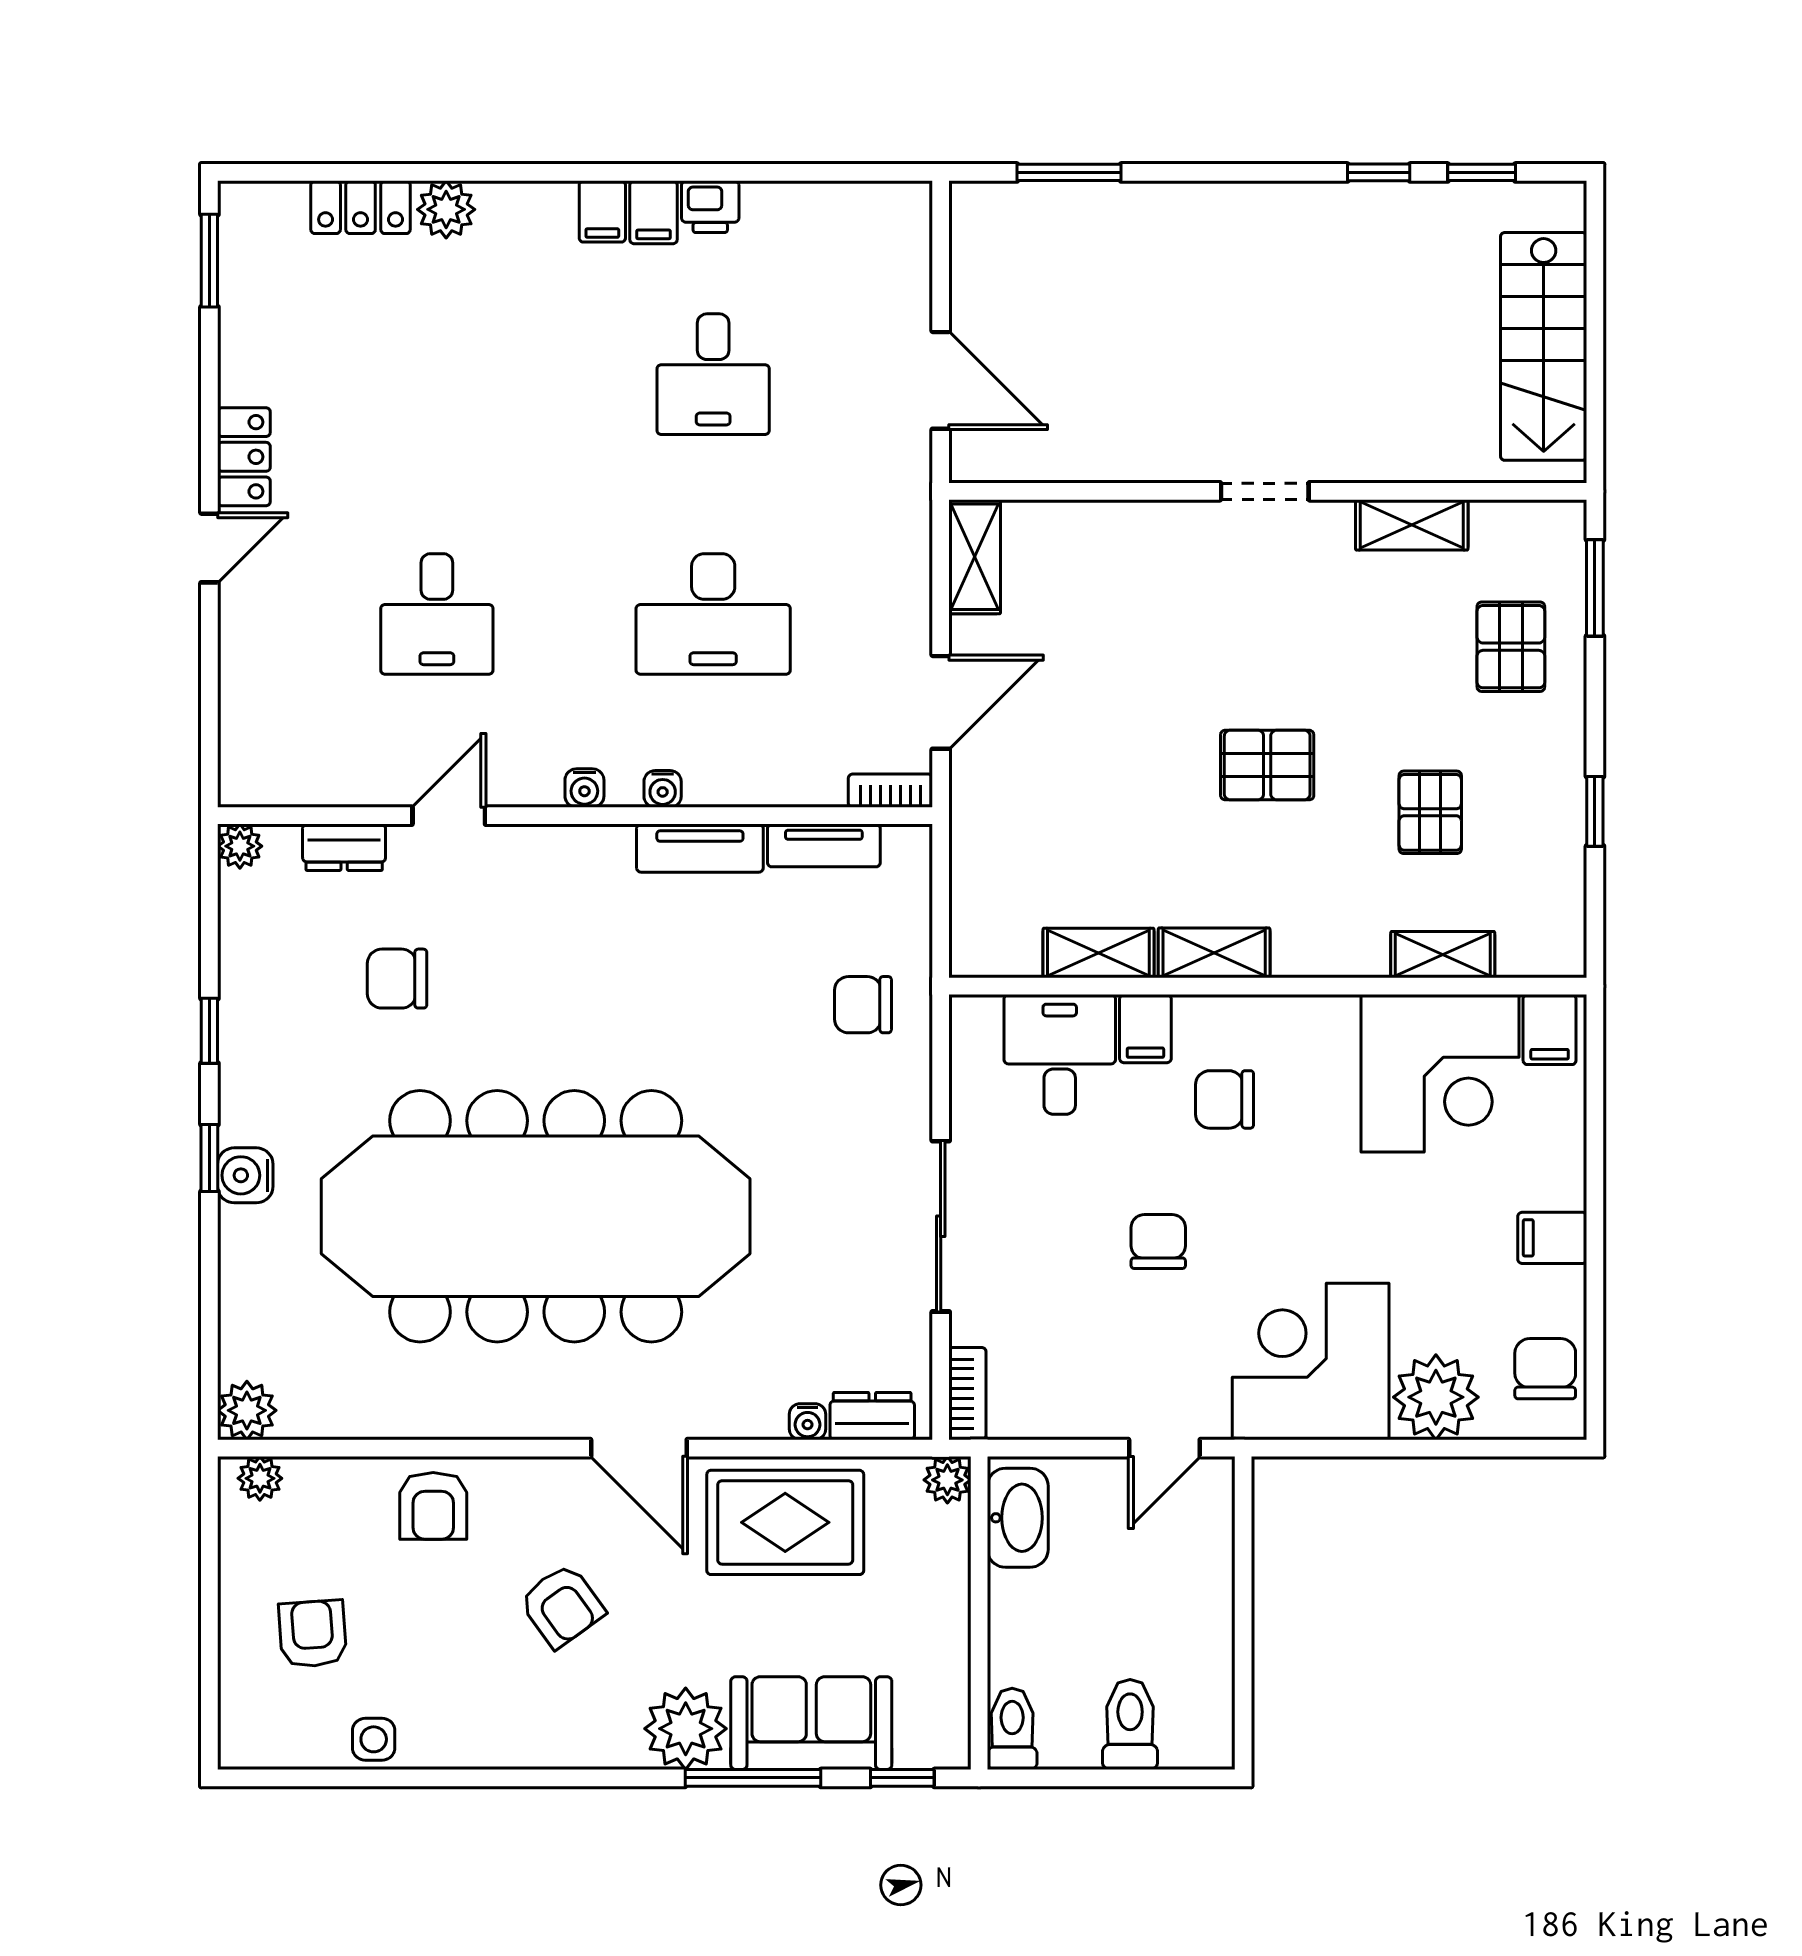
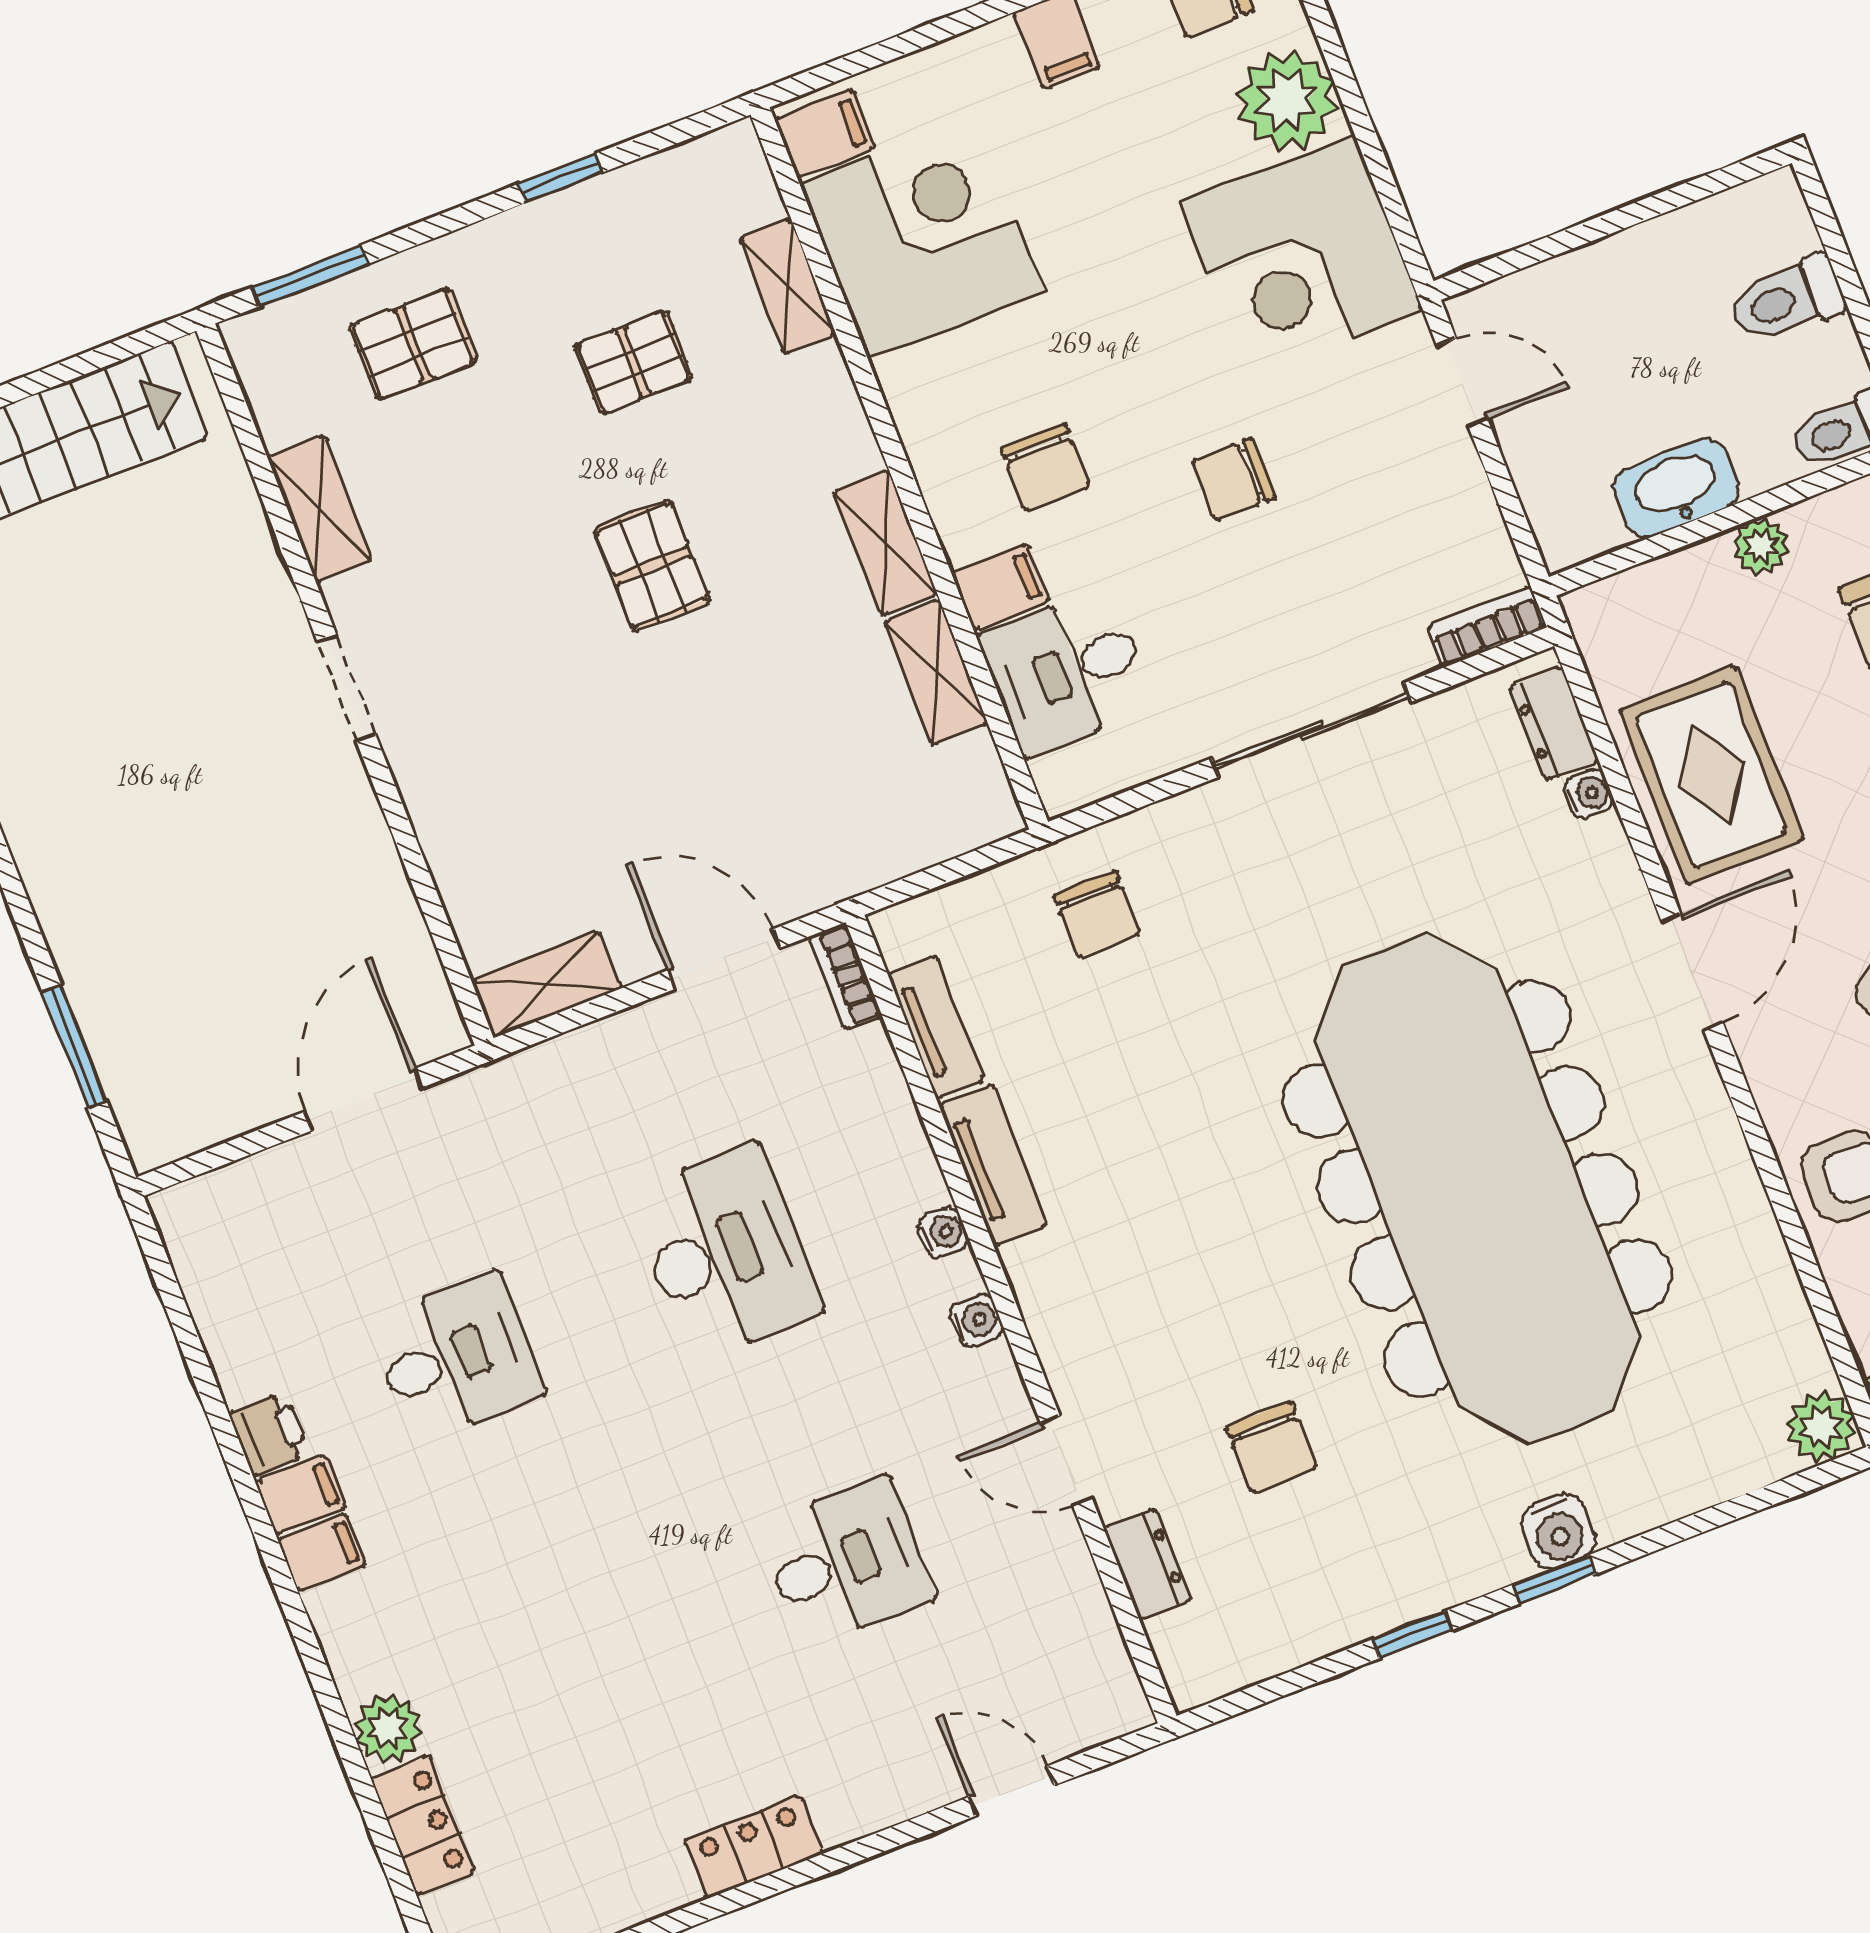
door: (209, 548) -> (1012, 1791), moved
plant: (240, 846) -> (1192, 1681), removed
plant: (947, 1480) -> (1761, 546), moved
washbasin: (1018, 1518) -> (1677, 488), moved

